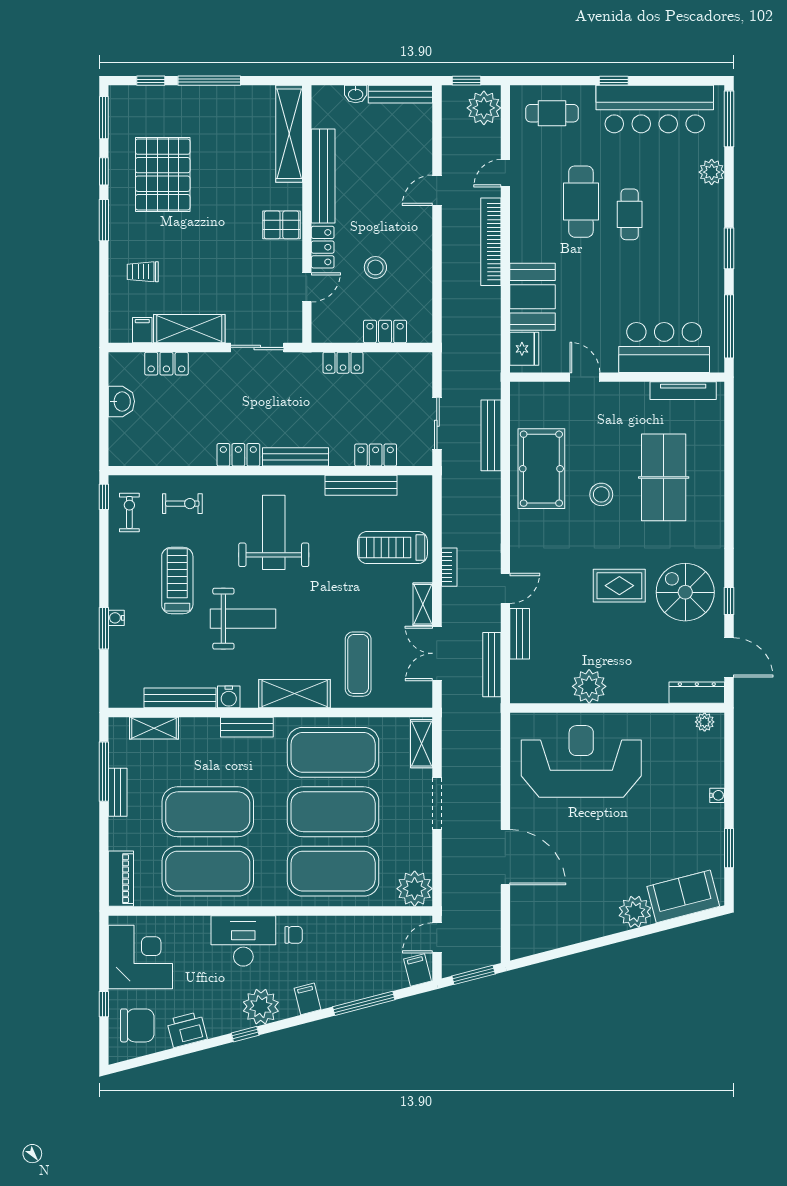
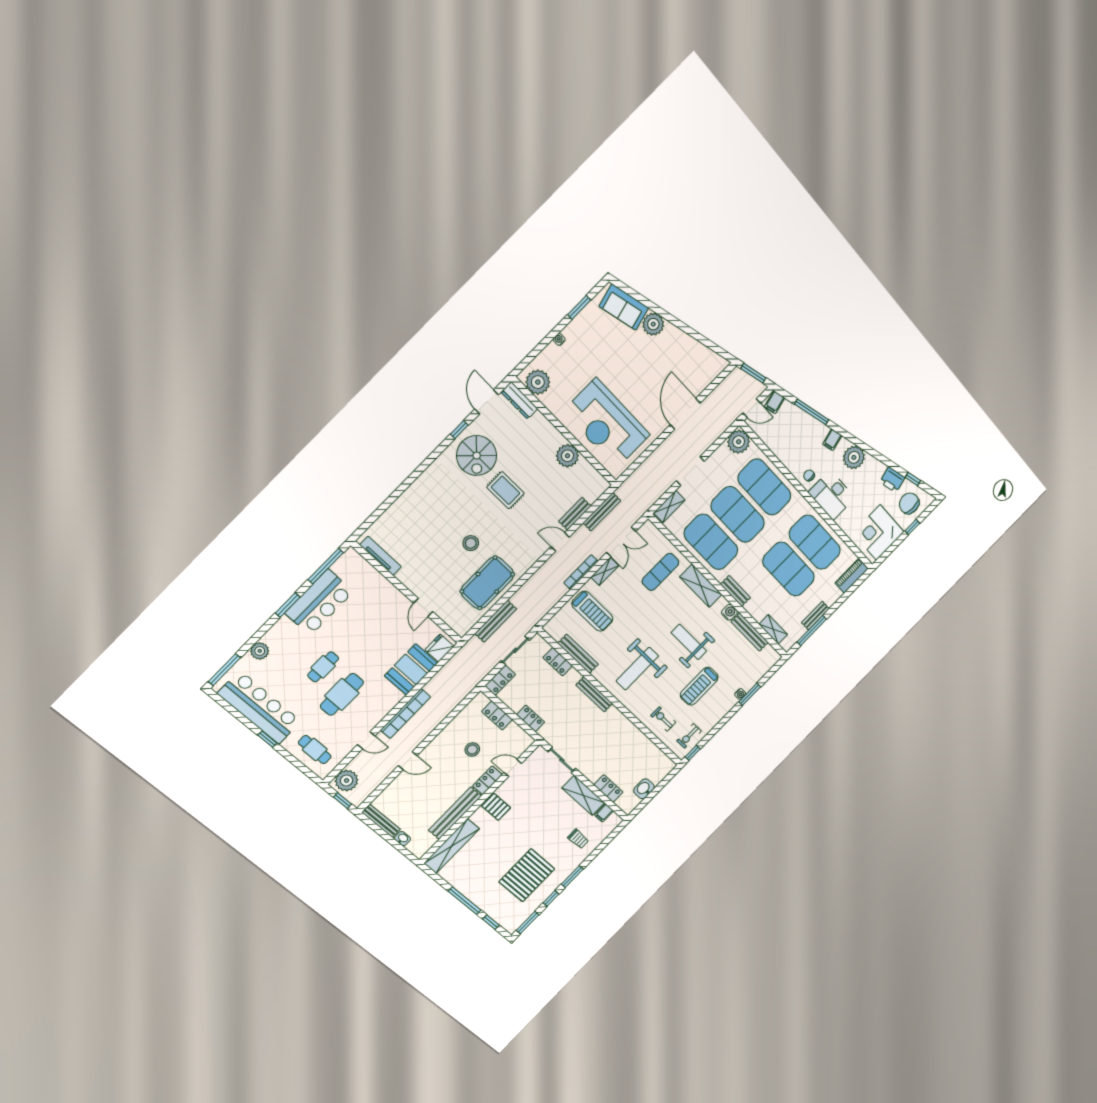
bar counter: (664, 347) -> (319, 602), moved, turned -90
locker: (238, 455) -> (500, 680), moved, turned -90
table tennis table: (664, 477) -> (432, 522), removed
bookcase: (449, 567) -> (581, 572), width x1.56
plant: (705, 722) -> (538, 382), width x1.88, depth x1.88
window: (245, 1034) -> (913, 479), moved

